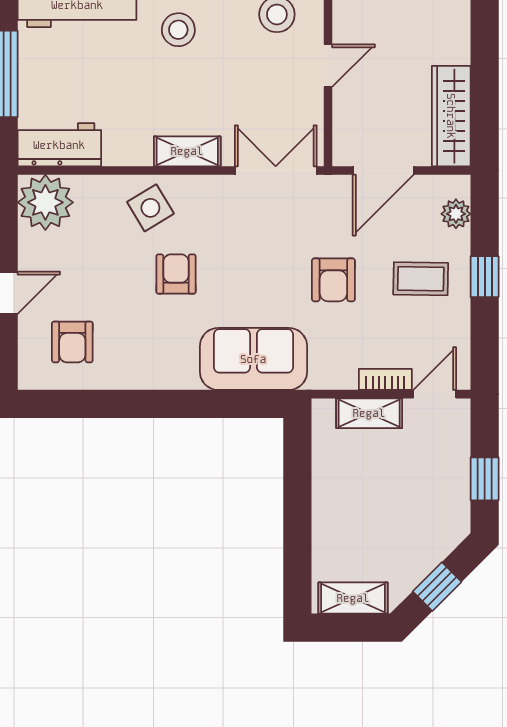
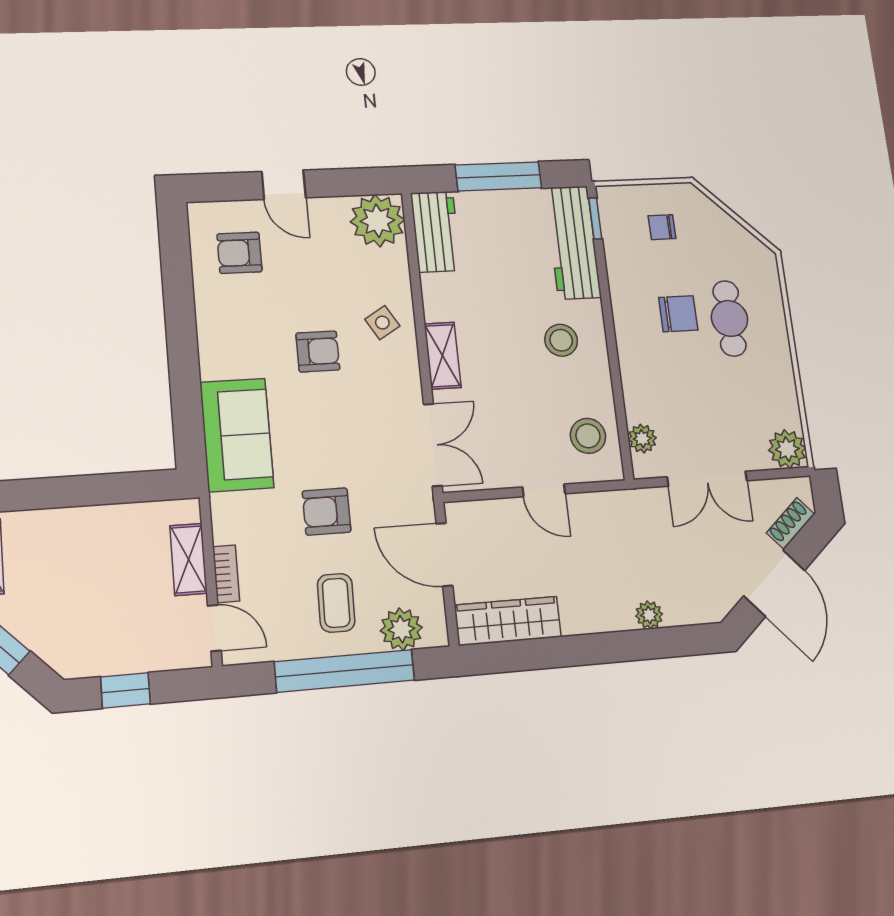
side table: (150, 208) -> (382, 323), width x0.73, depth x0.73
plant: (456, 214) -> (401, 629), width x1.38, depth x1.38
window: (485, 277) -> (345, 671), width x3.17

